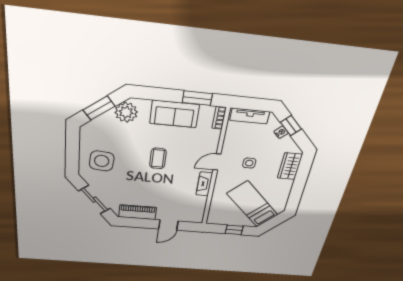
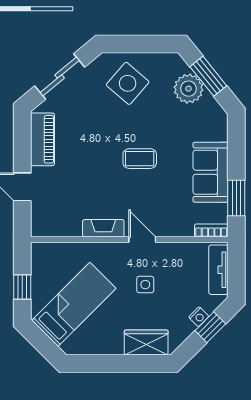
plant: (126, 112) -> (189, 89), moved
side table: (102, 161) -> (128, 83), turned 36

